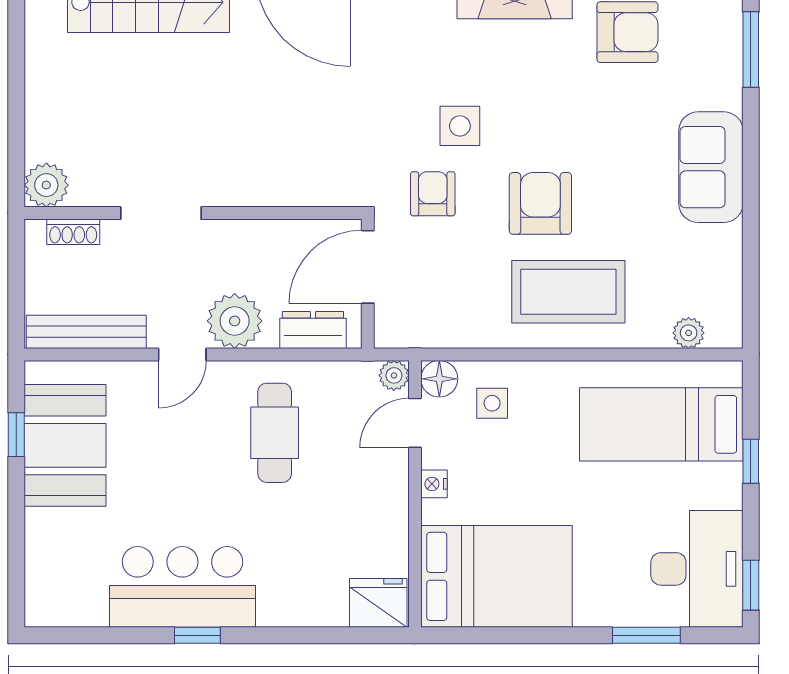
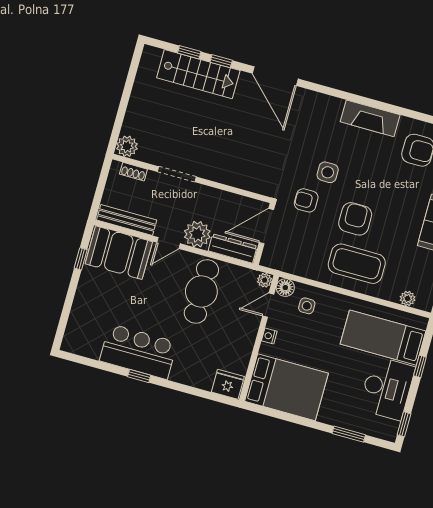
armchair: (433, 194) -> (306, 200), turned -90
dresser: (313, 330) -> (233, 248), width x1.44
cafe table: (275, 433) -> (201, 291), width x1.37, depth x1.35
booth: (65, 445) -> (119, 253), moved, turned 90
desk: (697, 569) -> (387, 388), moved

